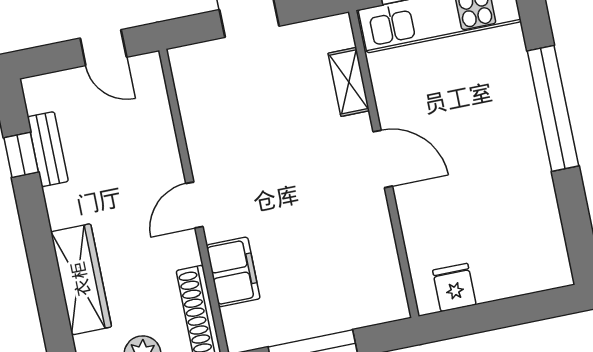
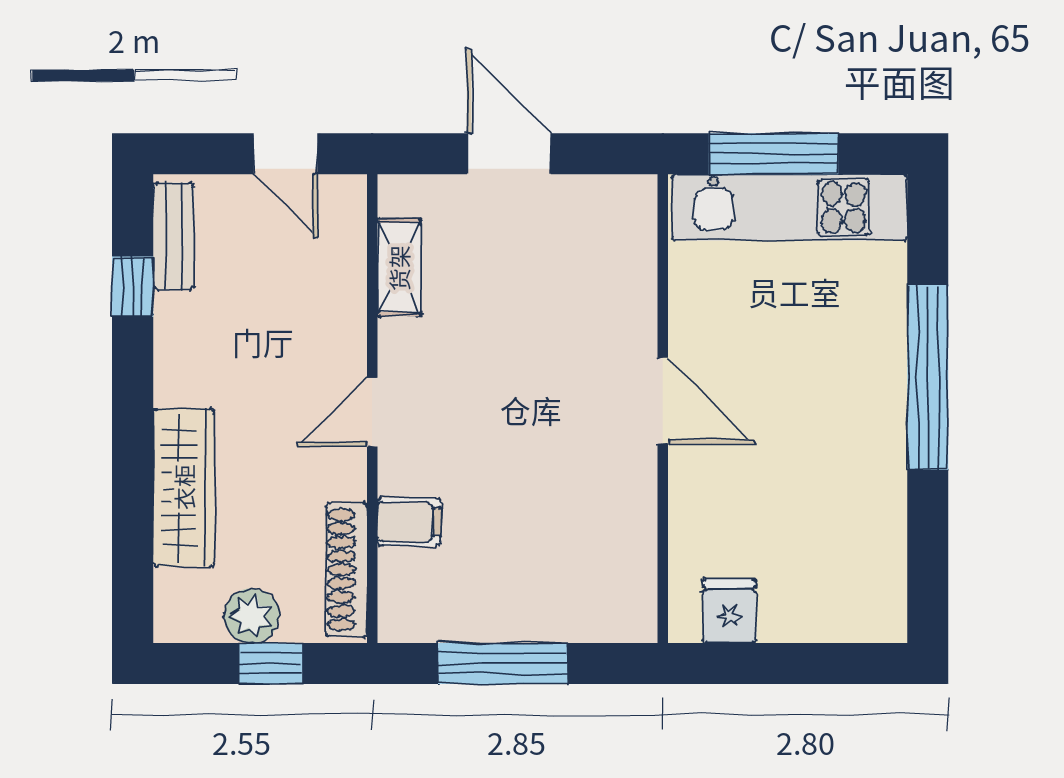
shelving: (349, 82) -> (399, 268), moved
bench: (48, 149) -> (174, 236), moved
filing cabinet: (233, 272) -> (409, 522), width x0.50

